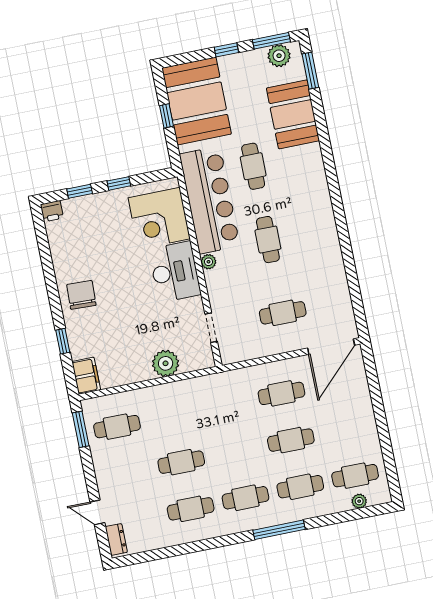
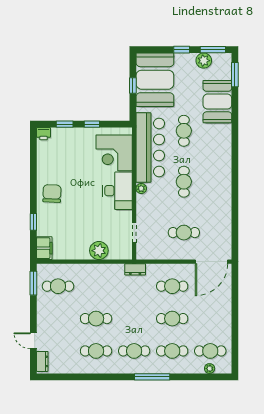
plant: (279, 56) -> (204, 61), moved
dresser: (223, 380) -> (135, 269), added

